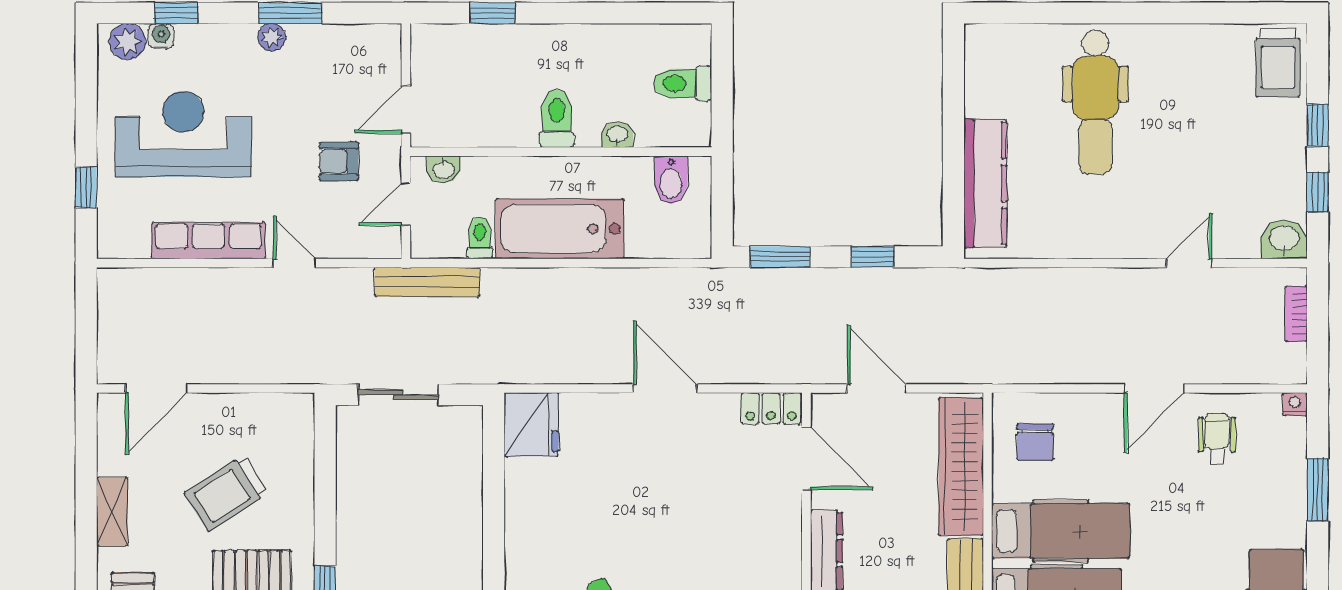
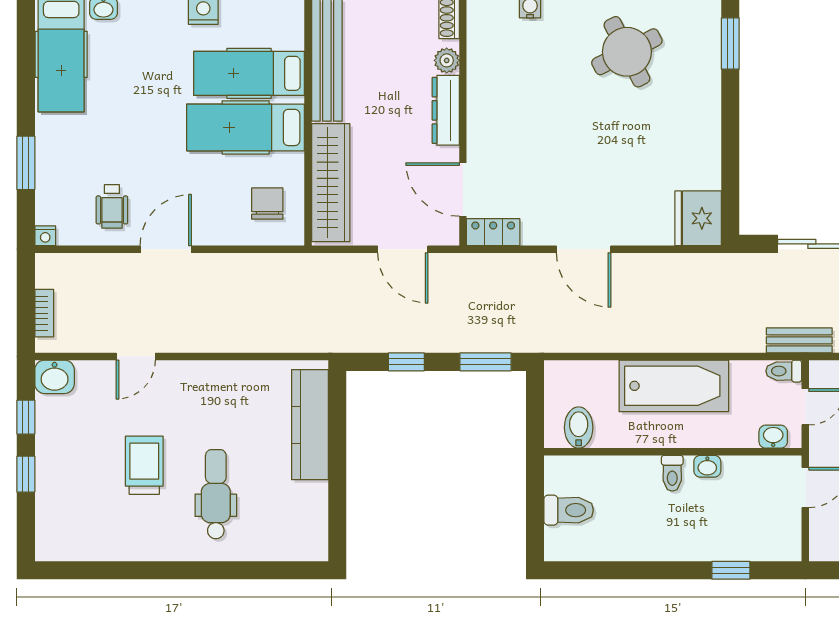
trolley: (1278, 63) -> (144, 465), moved
dental chair: (1095, 102) -> (216, 494), width x0.73, depth x0.72
toilet: (557, 118) -> (672, 473), width x0.73, depth x0.72
washbasin: (617, 135) -> (707, 466), moved
toilet: (480, 238) -> (784, 371), moved, turned 90
bench: (427, 282) -> (799, 340), width x0.73

